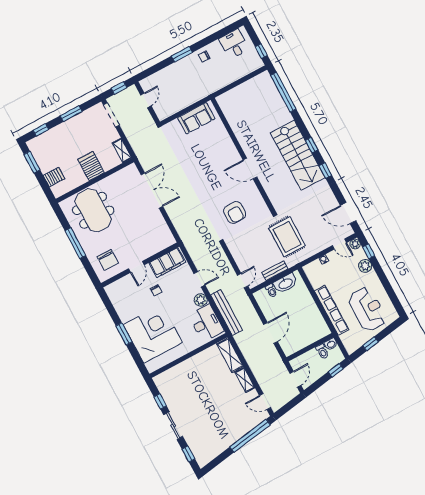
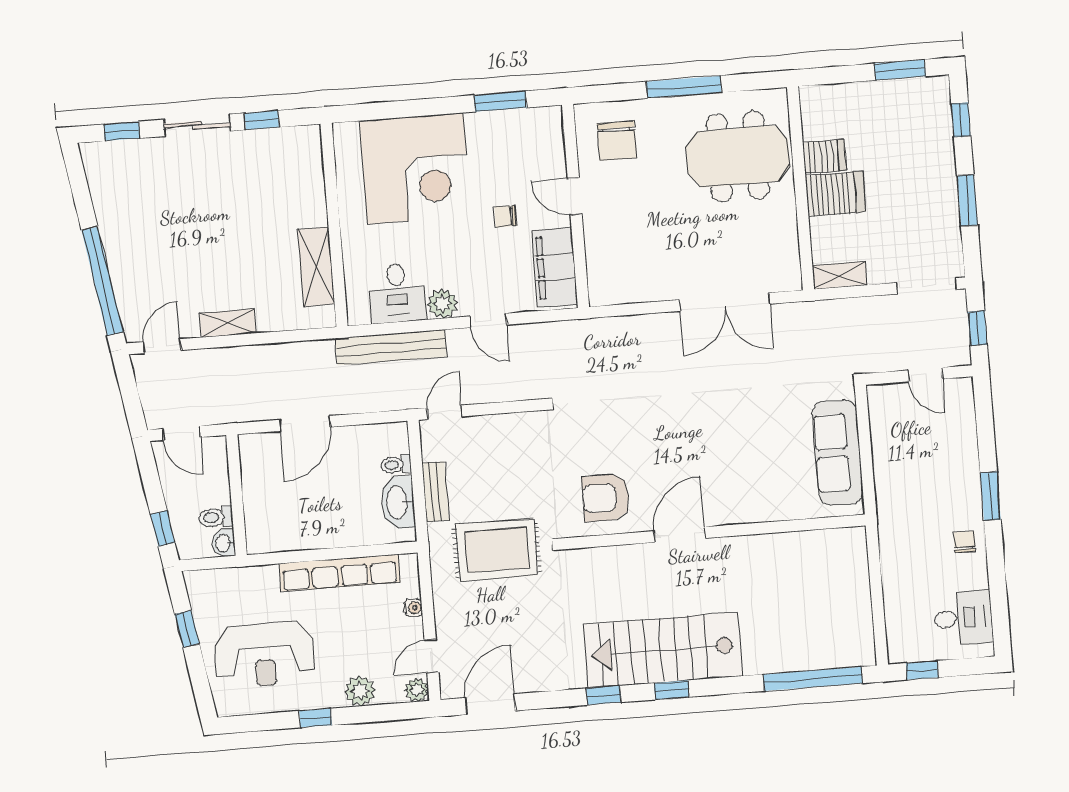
sofa: (196, 118) -> (838, 453), width x1.36
server rack: (54, 177) -> (824, 156), moved, turned -90
armchair: (235, 212) -> (606, 498), moved
window: (369, 251) -> (316, 718), moved
chair: (108, 260) -> (617, 141), turned -90
door: (199, 279) -> (488, 321), hinge flipped
door: (243, 281) -> (445, 412), swing flipped
row of seats: (332, 310) -> (340, 573), moved
desk: (206, 323) -> (397, 293), width x0.73
door: (271, 333) -> (305, 423), hinge flipped
window: (124, 334) -> (500, 101), moved
shelving: (230, 355) -> (316, 267), moved, turned 90

